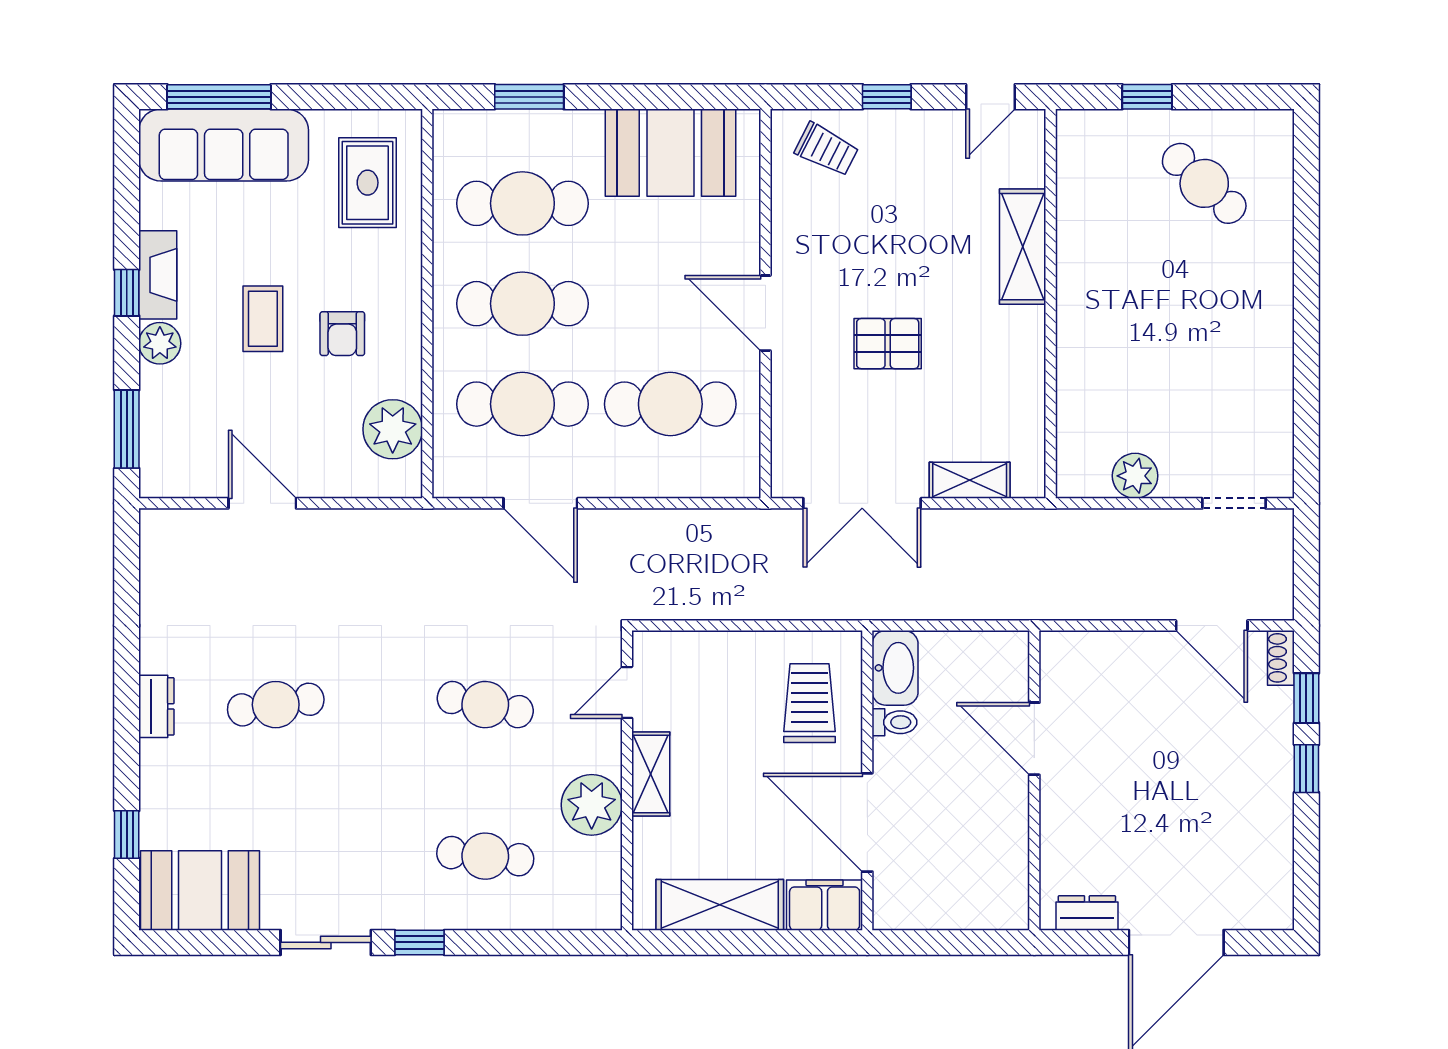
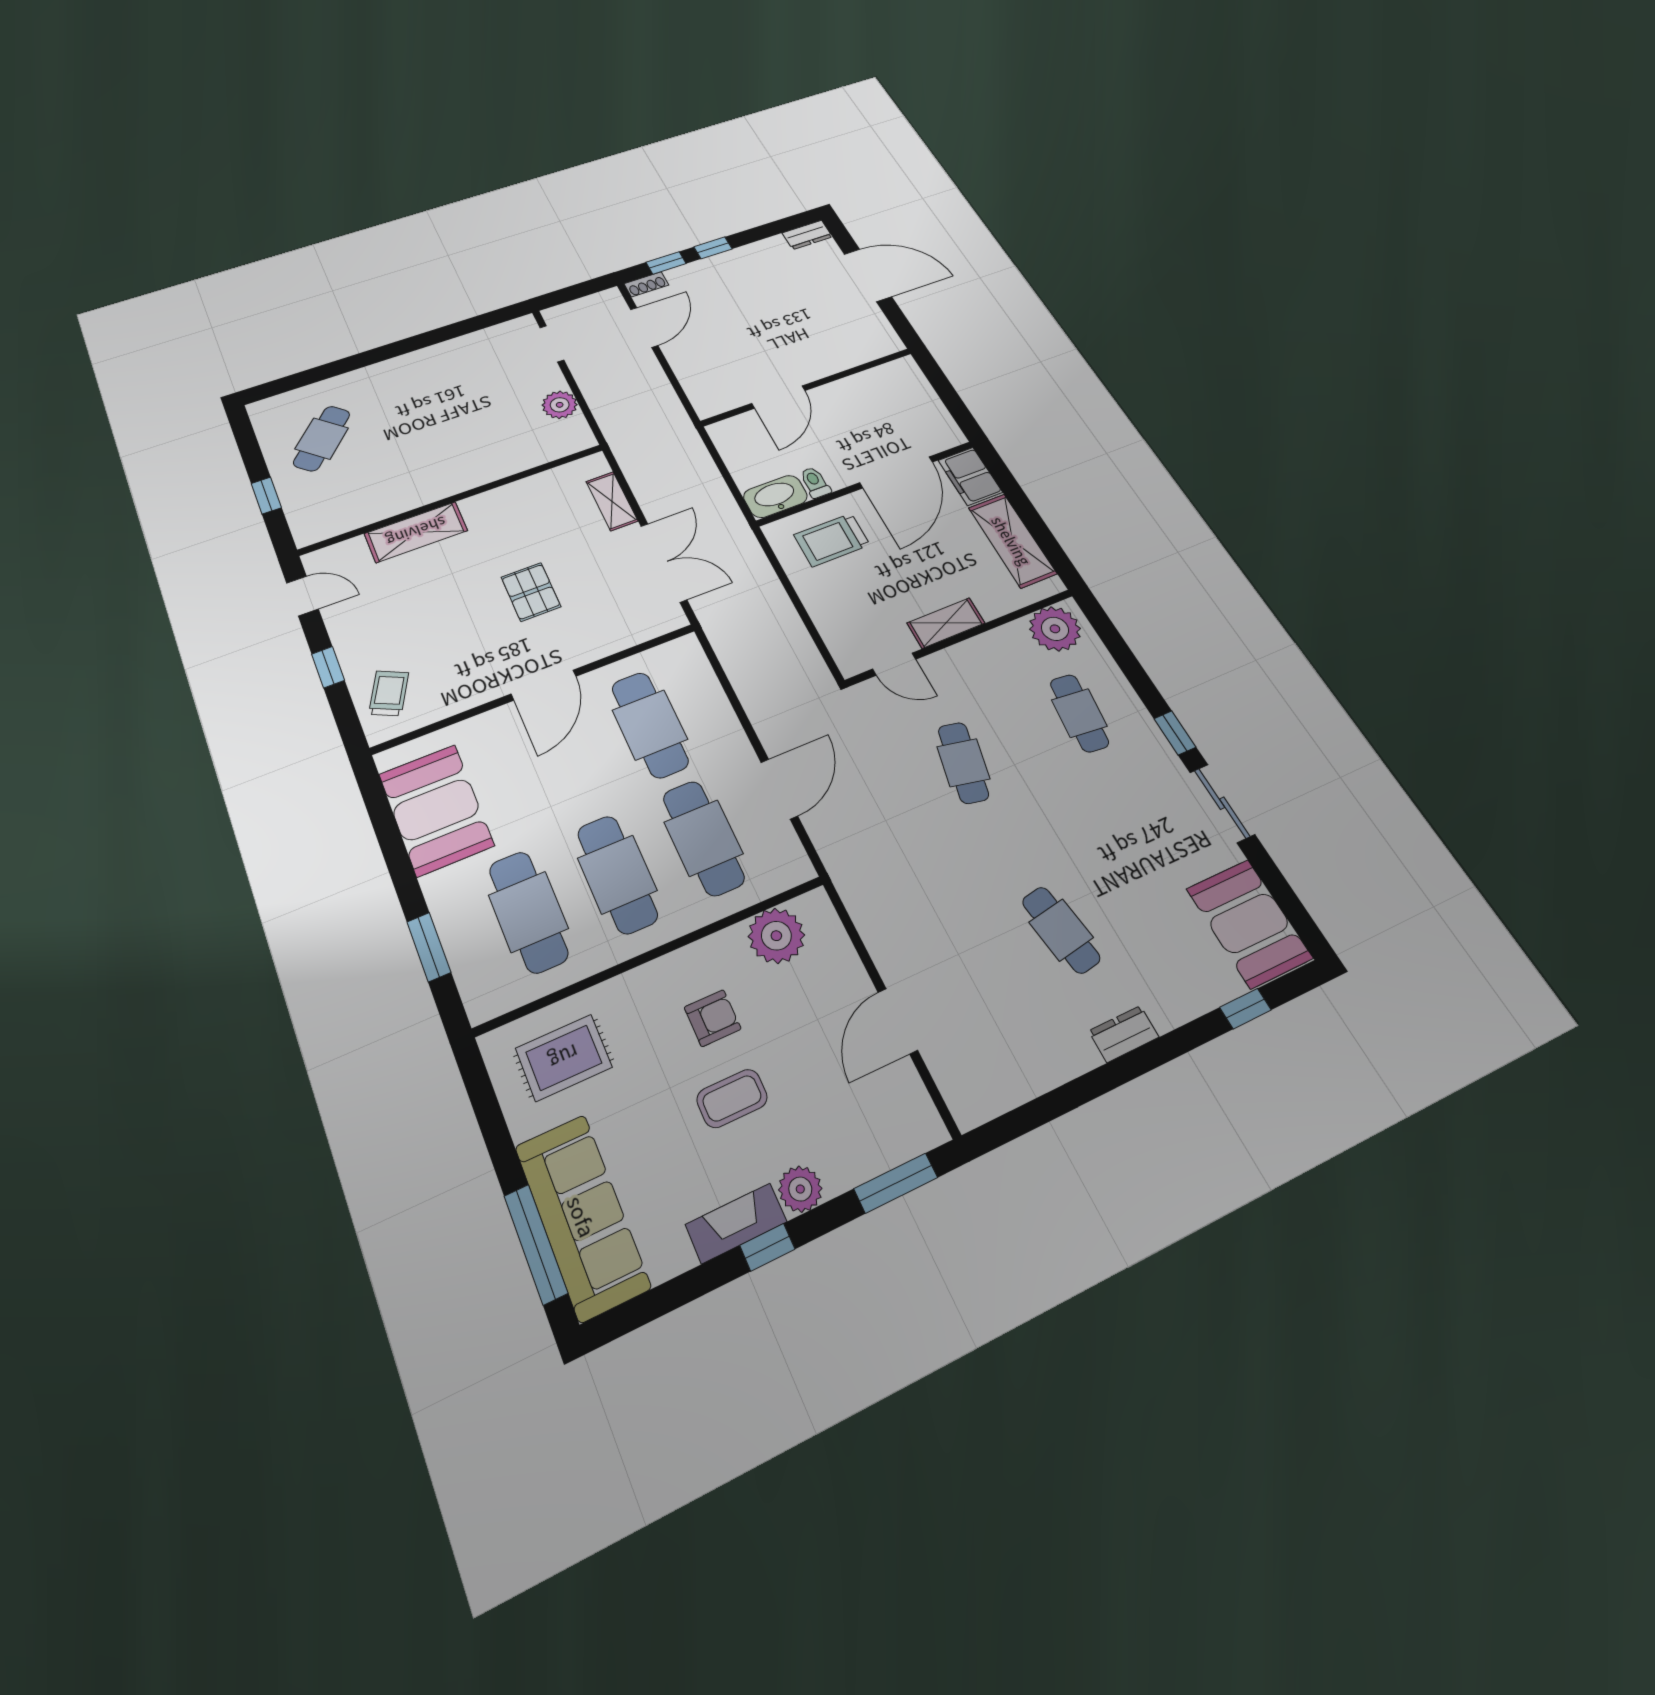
plant: (592, 805) -> (1055, 629), moved
dresser: (1087, 913) -> (807, 235), moved, turned -90

